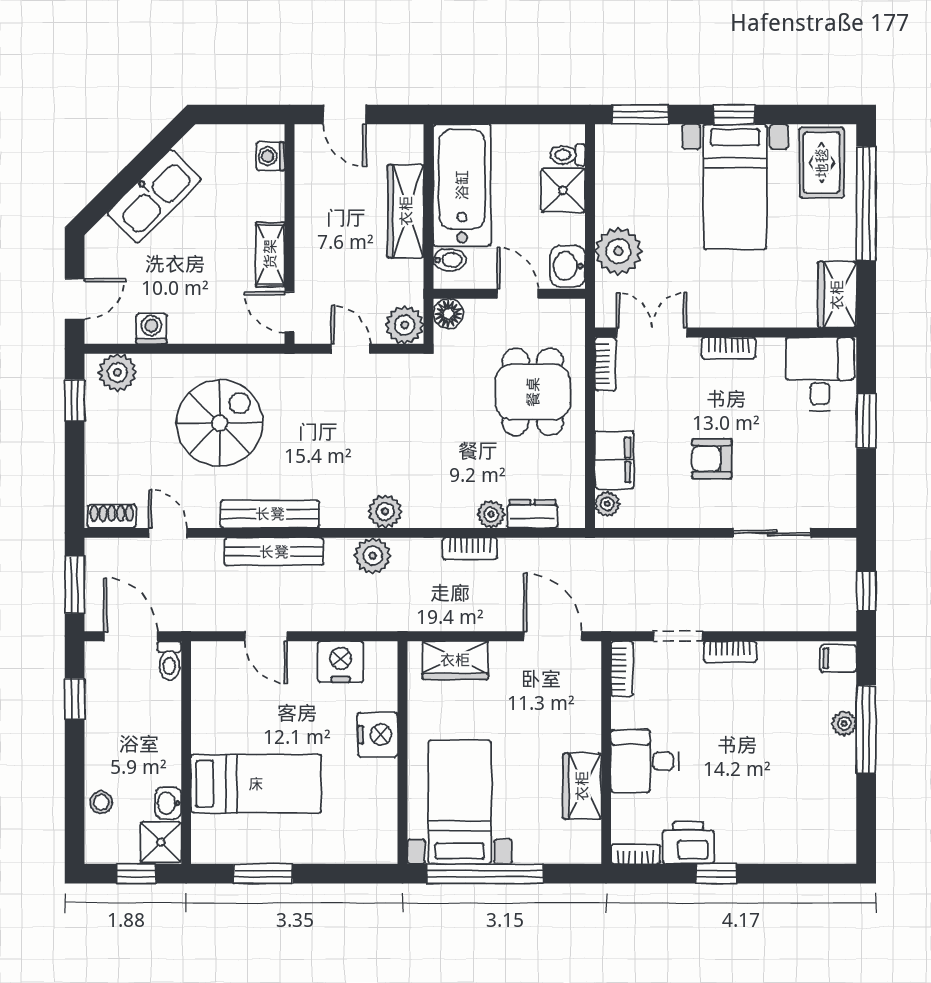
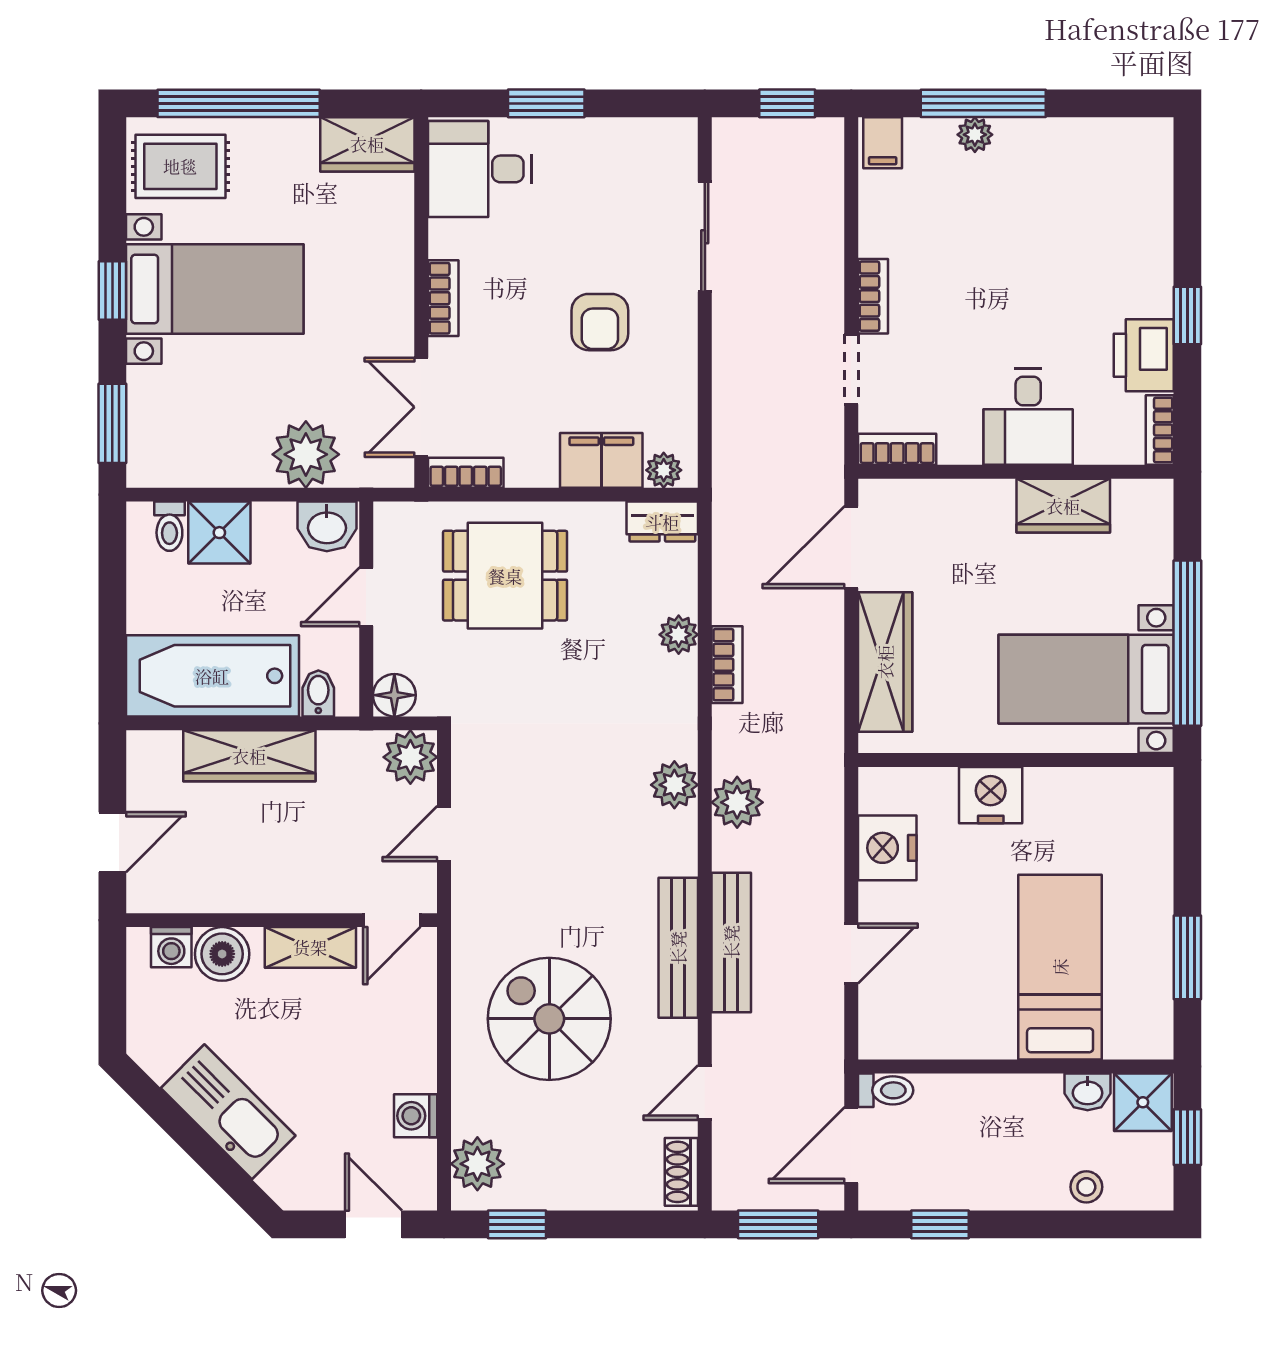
boiler: (266, 192) -> (222, 954), added
dresser: (532, 514) -> (662, 522), moved, turned -90
wardrobe: (455, 660) -> (885, 662), width x1.50

